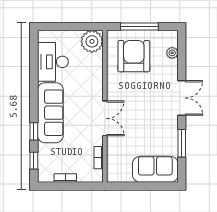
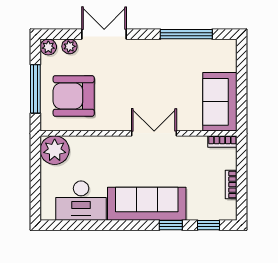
plant: (172, 37) -> (48, 47), added
double door: (182, 98) -> (104, 34), moved
window: (182, 143) -> (186, 34), width x1.44
bookcase: (99, 158) -> (222, 142), moved
sofa: (155, 169) -> (220, 102), moved

